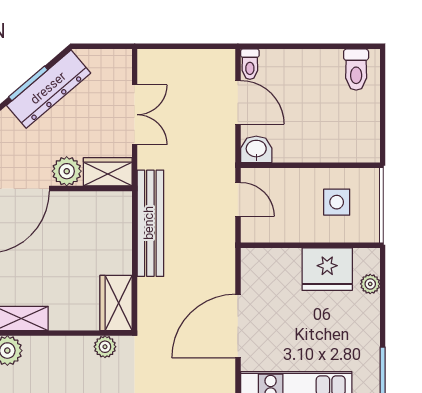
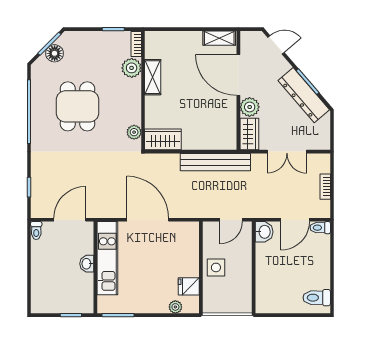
bookcase: (188, 57) -> (325, 187), added
side table: (337, 202) -> (216, 267), moved
fridge: (327, 269) -> (189, 286), width x0.53, depth x0.75

